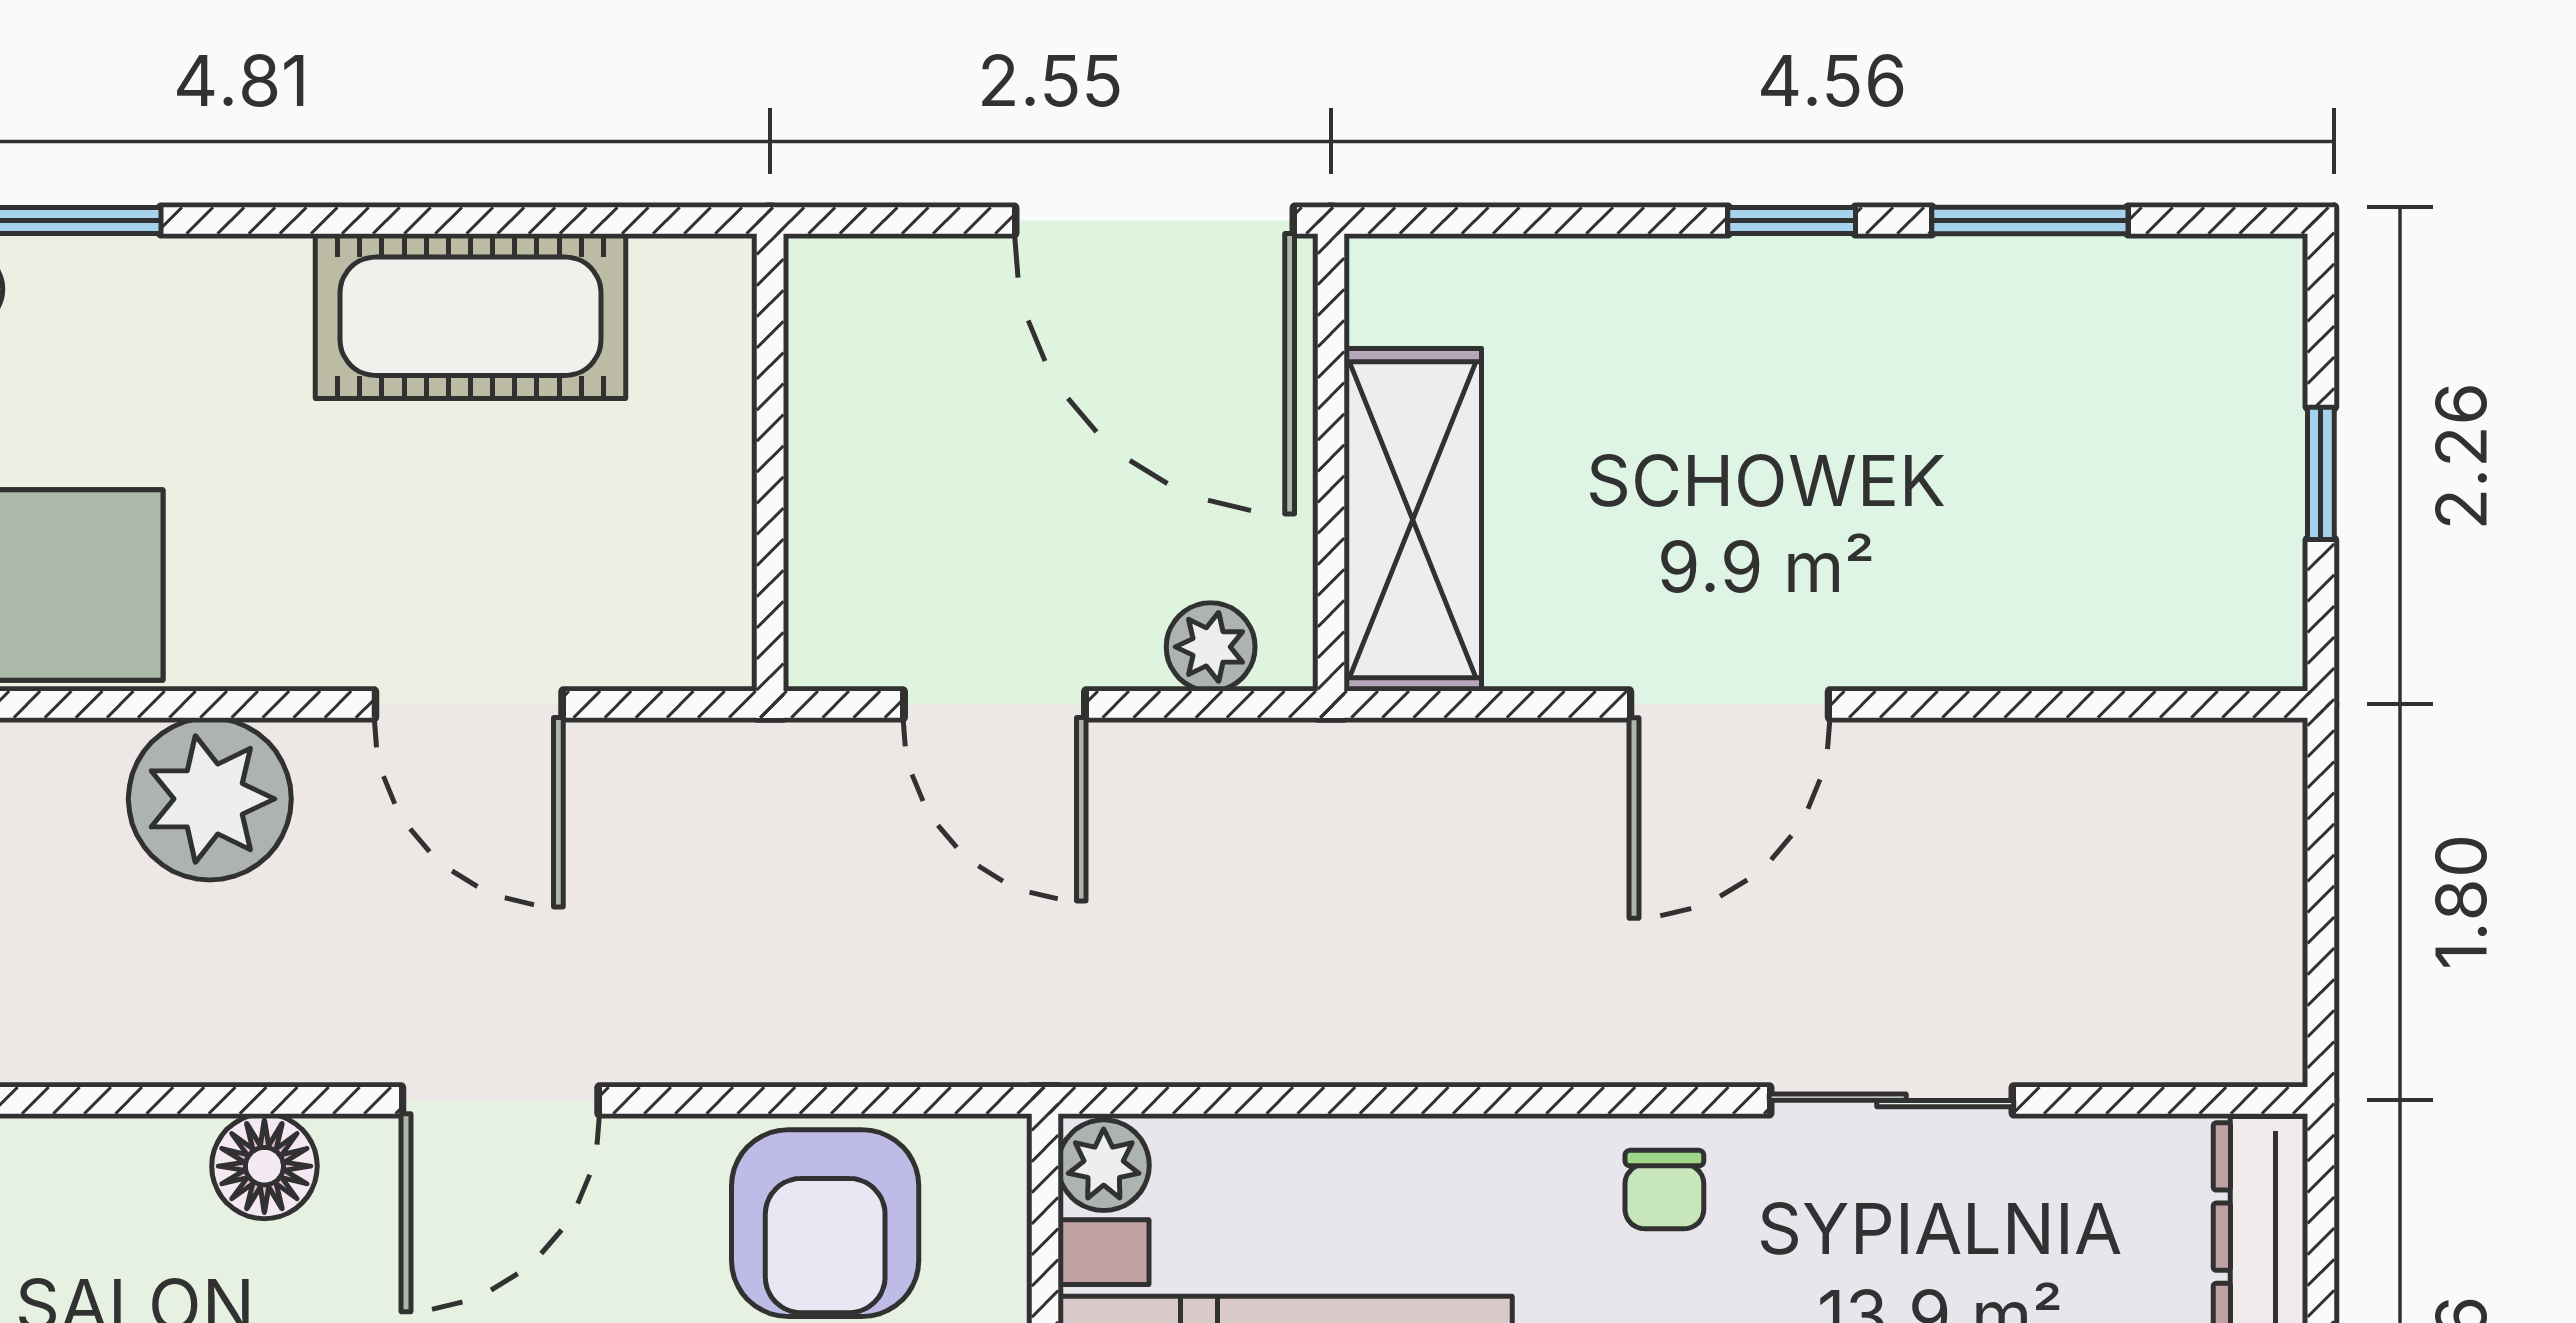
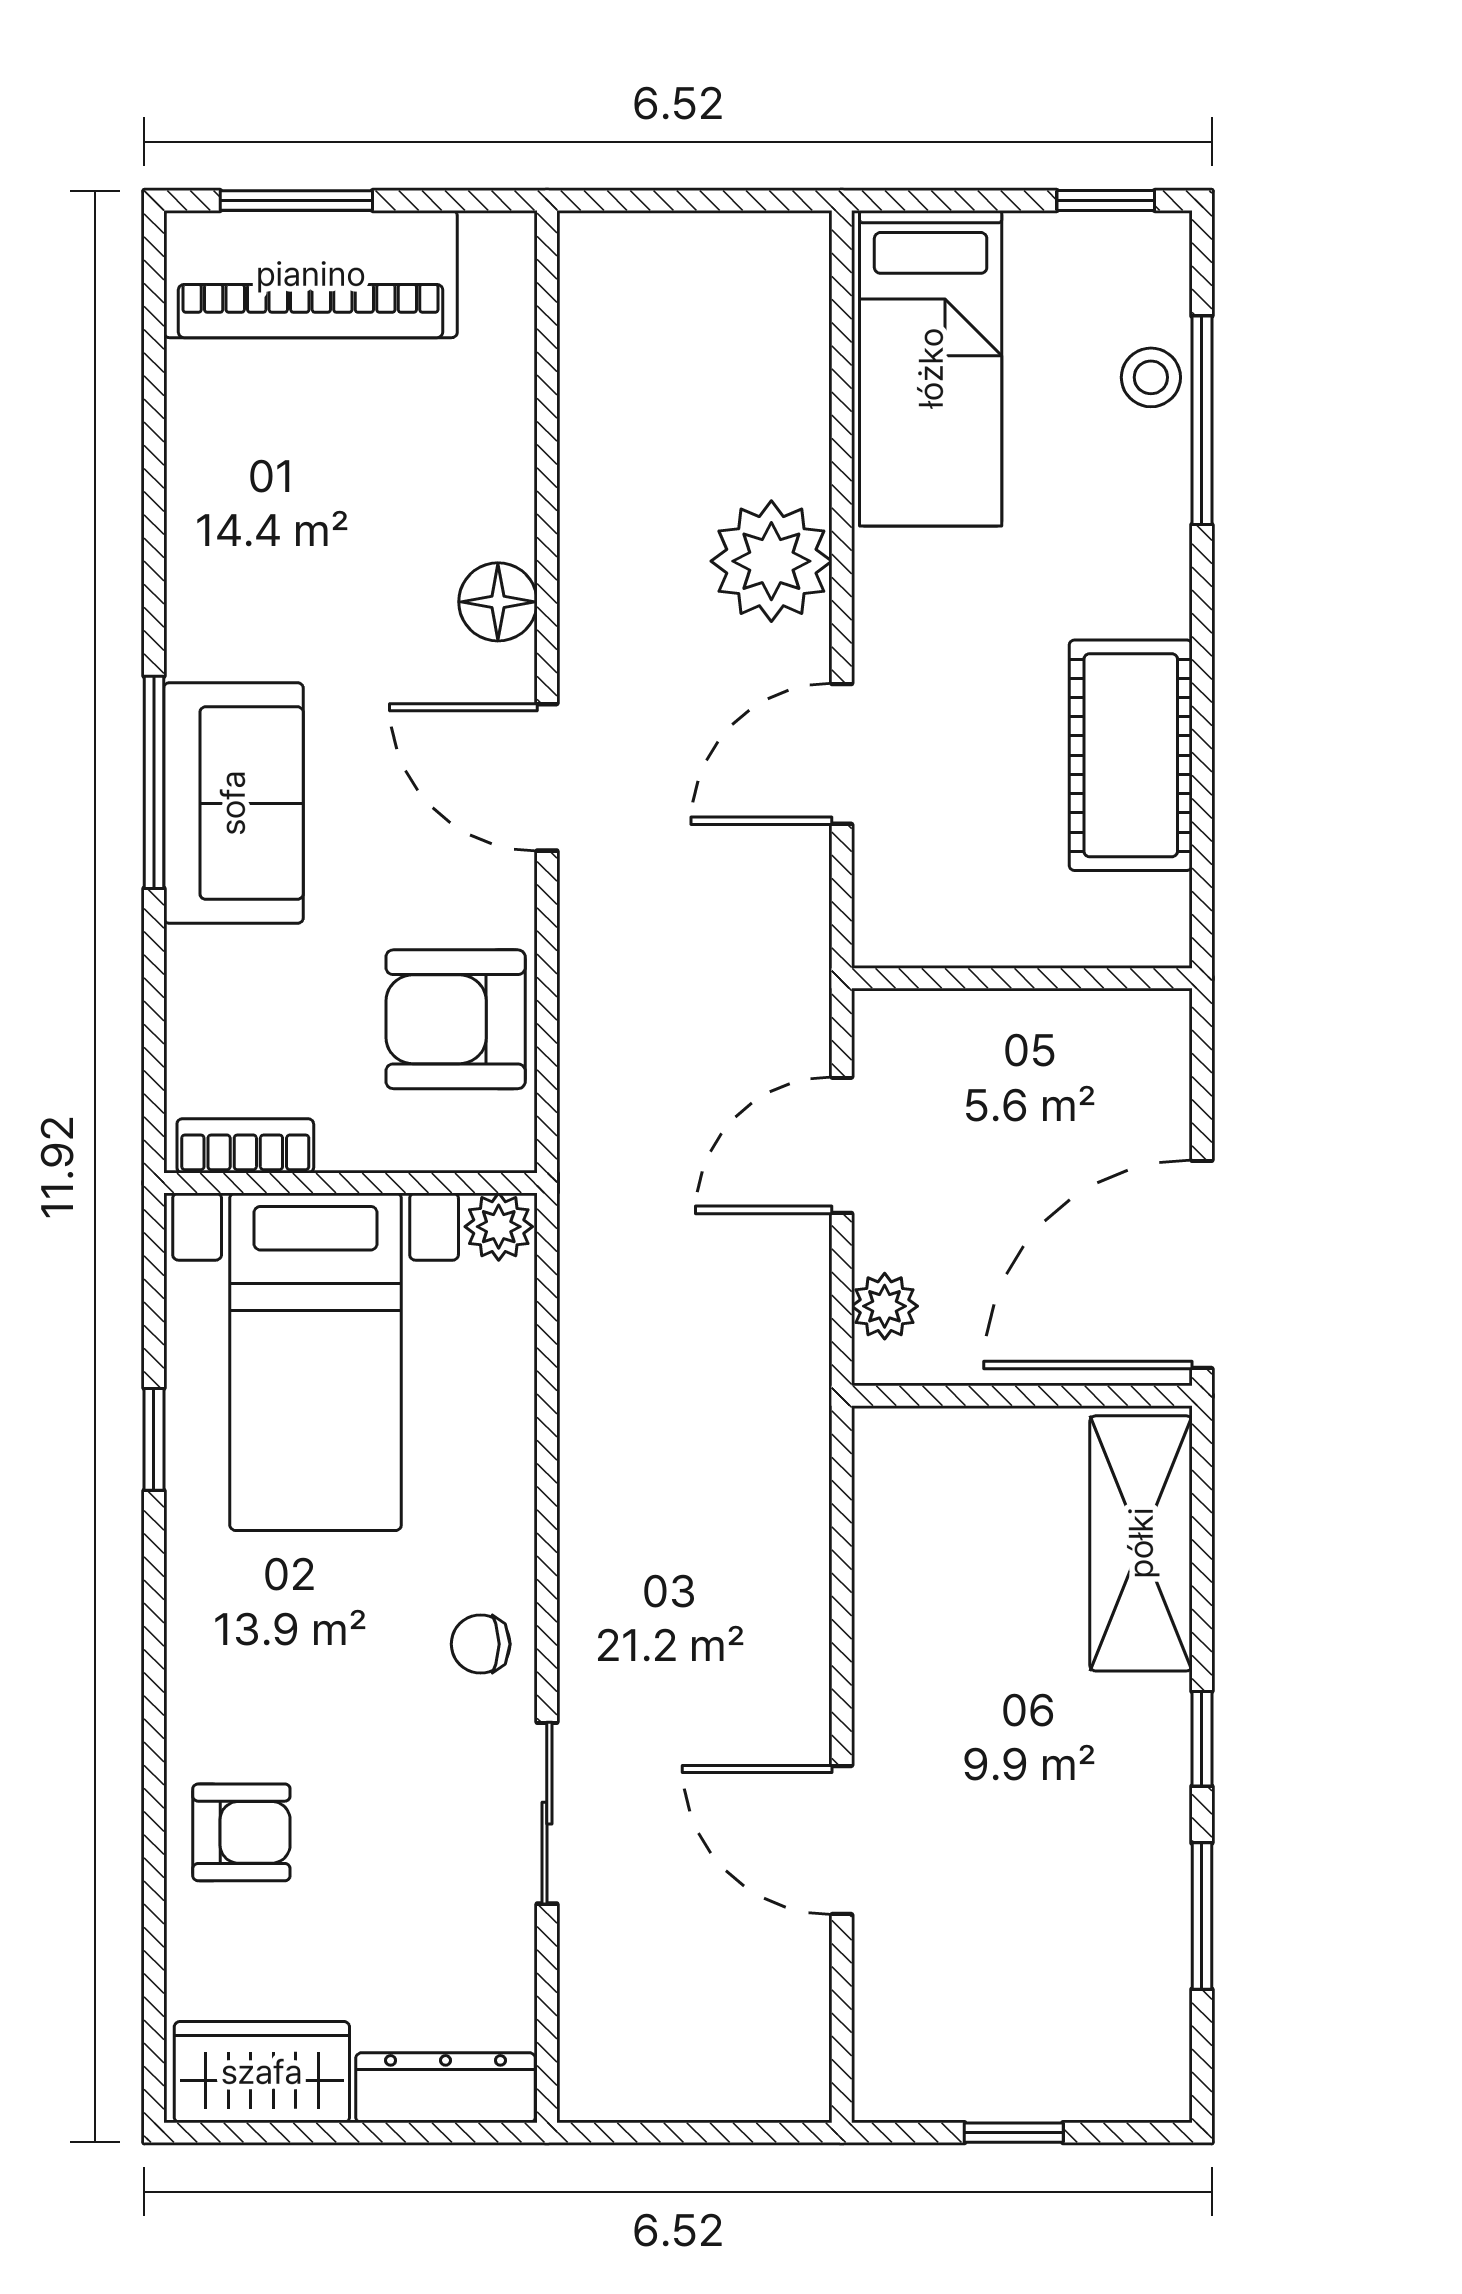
shelving: (1413, 520) -> (1141, 1543), moved, turned 90
door: (1729, 704) -> (842, 1840), moved

